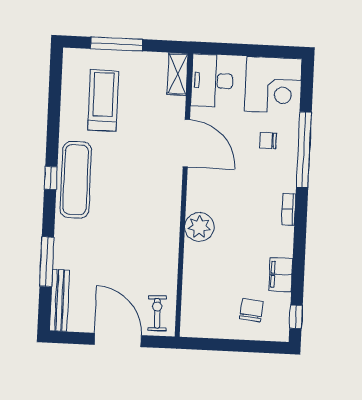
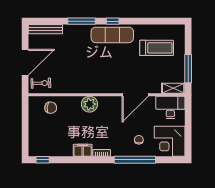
window: (117, 44) -> (188, 69), moved
window: (47, 262) -> (81, 21), moved
filing cabinet: (281, 275) -> (83, 150), moved
chair: (251, 310) -> (51, 108), moved

